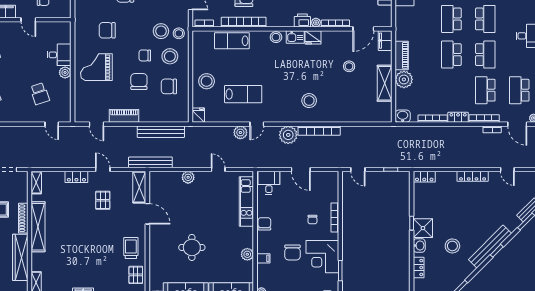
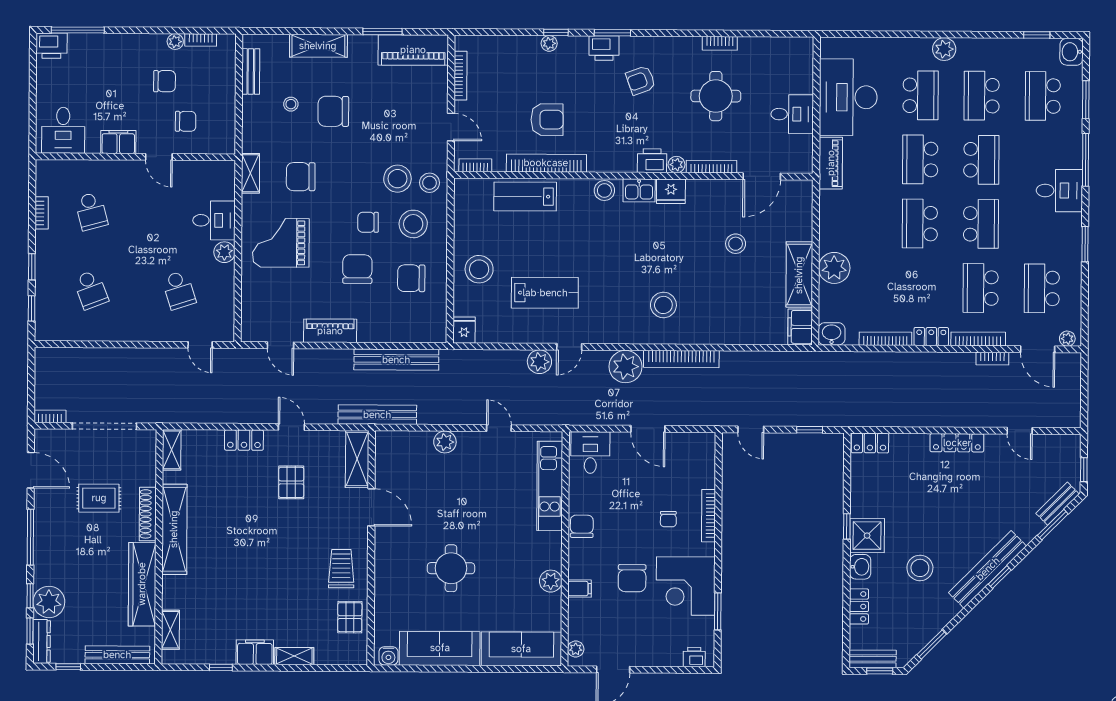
shelving: (79, 29) -> (250, 173), added
filing cabinet: (385, 41) -> (800, 327), moved
piano: (402, 55) -> (831, 163), moved

